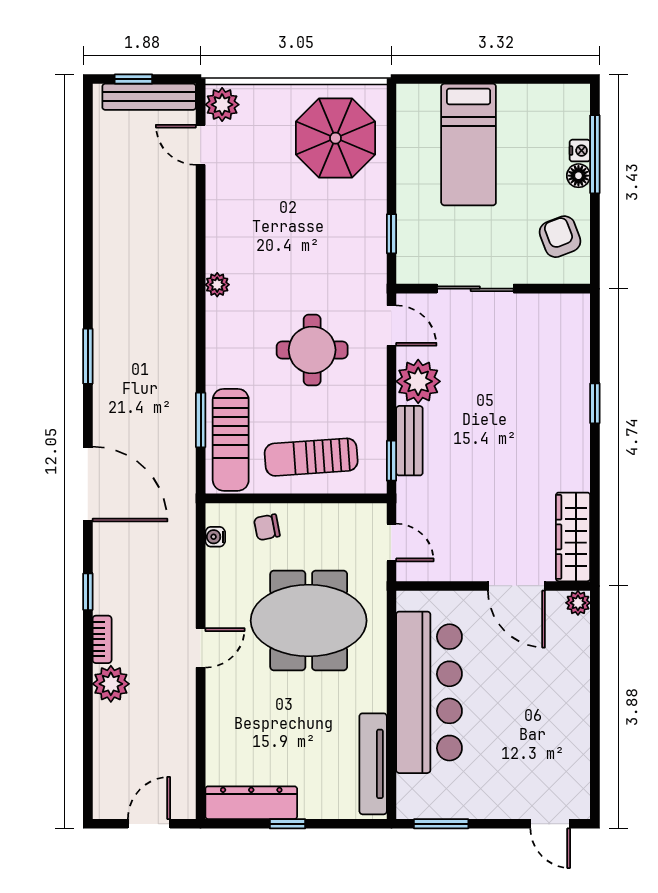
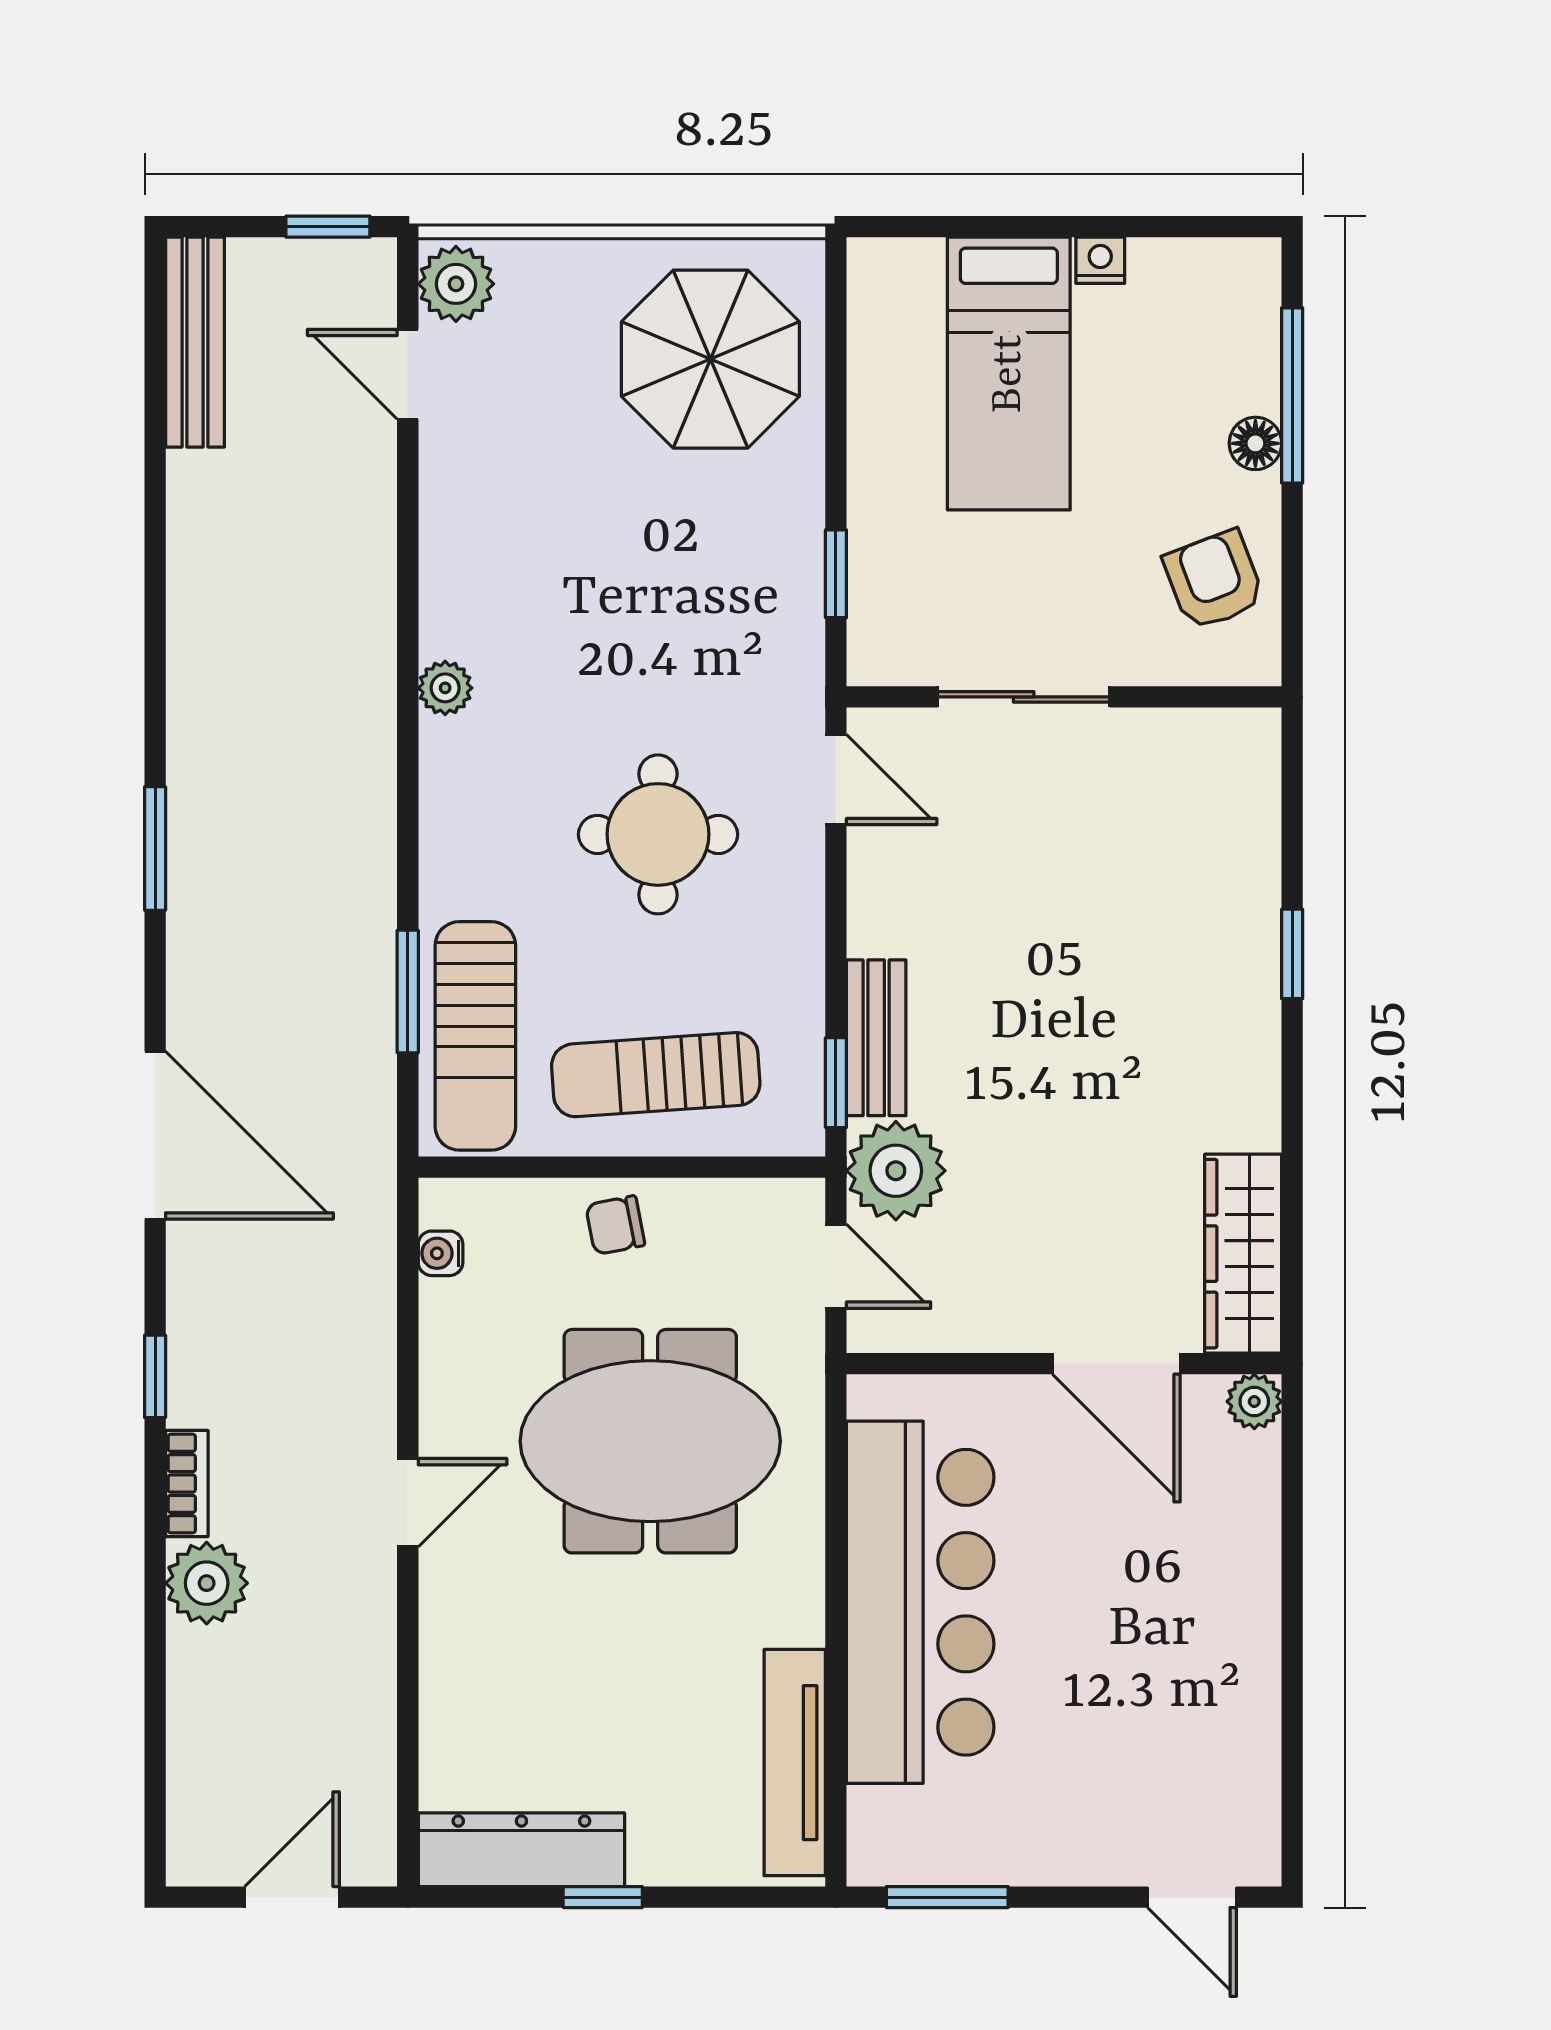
window: (133, 79) -> (328, 227), moved
bench: (149, 97) -> (195, 342), moved, turned 90
nightstand: (580, 151) -> (1100, 260), moved, turned -90
plant: (418, 381) -> (896, 1171), moved
chair: (267, 527) -> (615, 1225), moved

